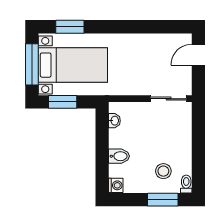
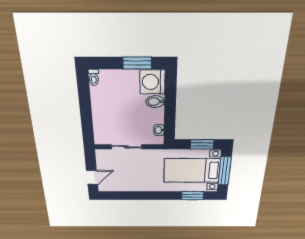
sliding door: (169, 99) -> (126, 147), moved
stool: (163, 171) -> (115, 89), removed
washing machine: (116, 185) -> (152, 82), width x1.89, depth x1.89
window: (163, 200) -> (137, 63), moved

